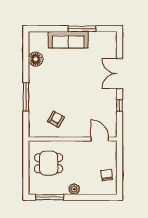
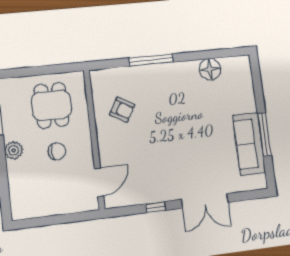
sofa: (68, 40) -> (249, 144), moved
double door: (120, 74) -> (205, 201), swing flipped
chair: (107, 175) -> (57, 151), moved

